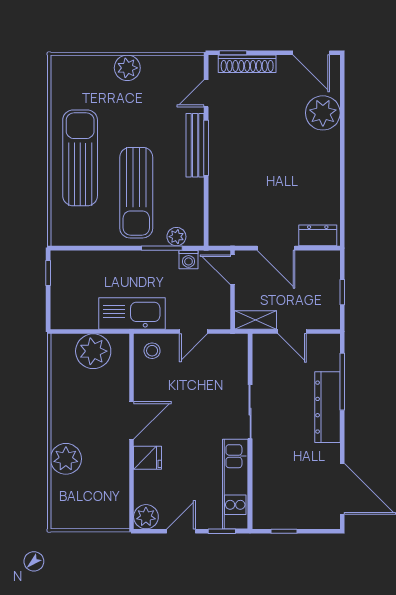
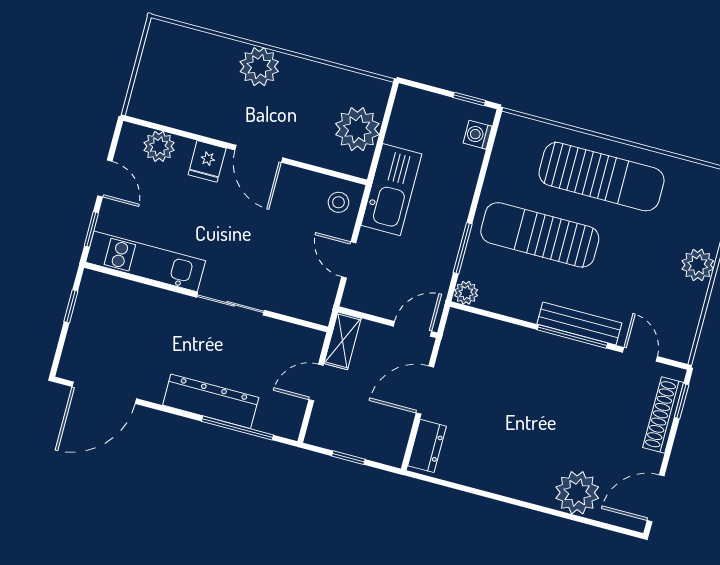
plant: (176, 237) -> (466, 293), moved
washing machine: (189, 260) -> (478, 135), moved
plant: (66, 459) -> (259, 67), moved
plant: (146, 517) -> (159, 146), moved

